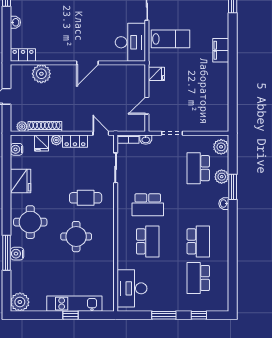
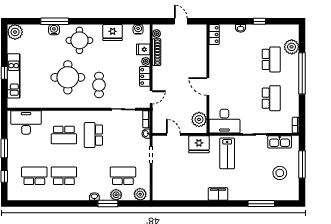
plant: (41, 74) -> (199, 119), moved
fridge: (156, 74) -> (199, 144), width x1.88, depth x1.34
round table: (76, 237) -> (68, 77), width x1.36, depth x1.36
school desk: (198, 241) -> (64, 176), turned 180

